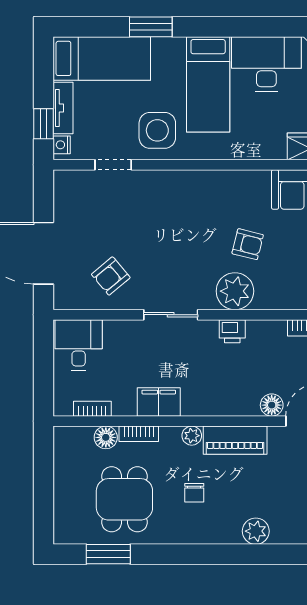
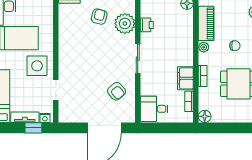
filing cabinet: (159, 402) -> (185, 78), moved
floor lamp: (106, 437) -> (205, 116), moved

